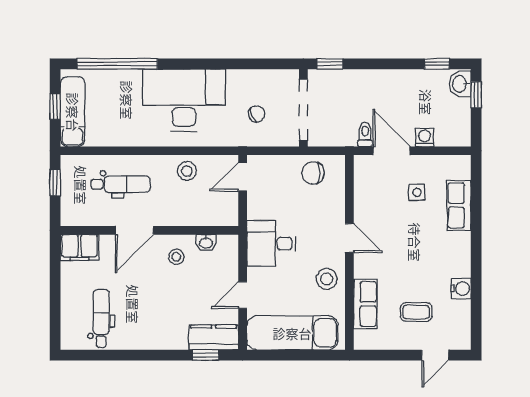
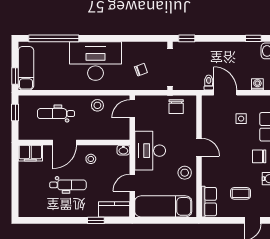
window: (55, 106) -> (15, 76), moved
washing machine: (425, 137) -> (257, 84), moved
chair: (313, 173) -> (176, 107), turned -90
dental chair: (121, 184) -> (56, 114), turned 180
washbasin: (206, 243) -> (123, 150), moved
desk: (271, 244) -> (150, 151), width x1.37
chair: (446, 253) -> (259, 156), added
row of seats: (365, 304) -> (209, 202), moved
dental chair: (101, 318) -> (68, 185), moved, turned 90
window: (206, 355) -> (96, 220), moved

